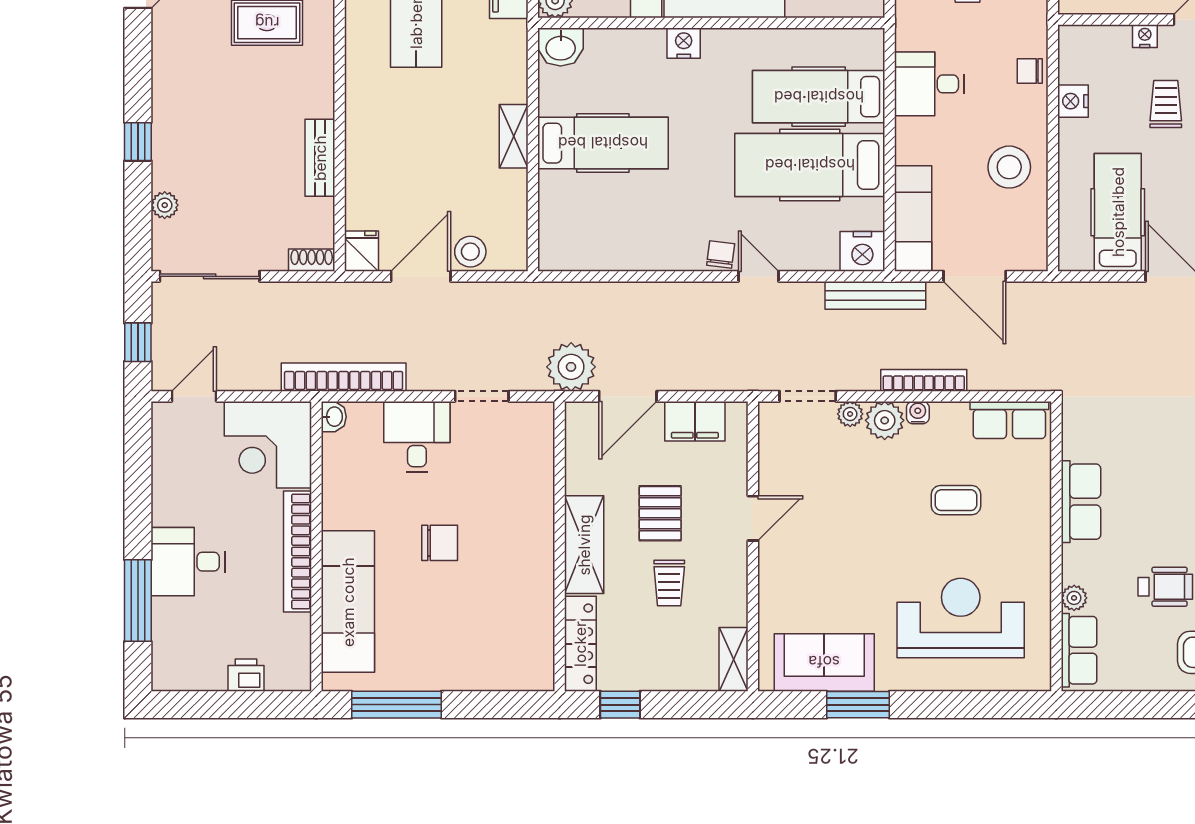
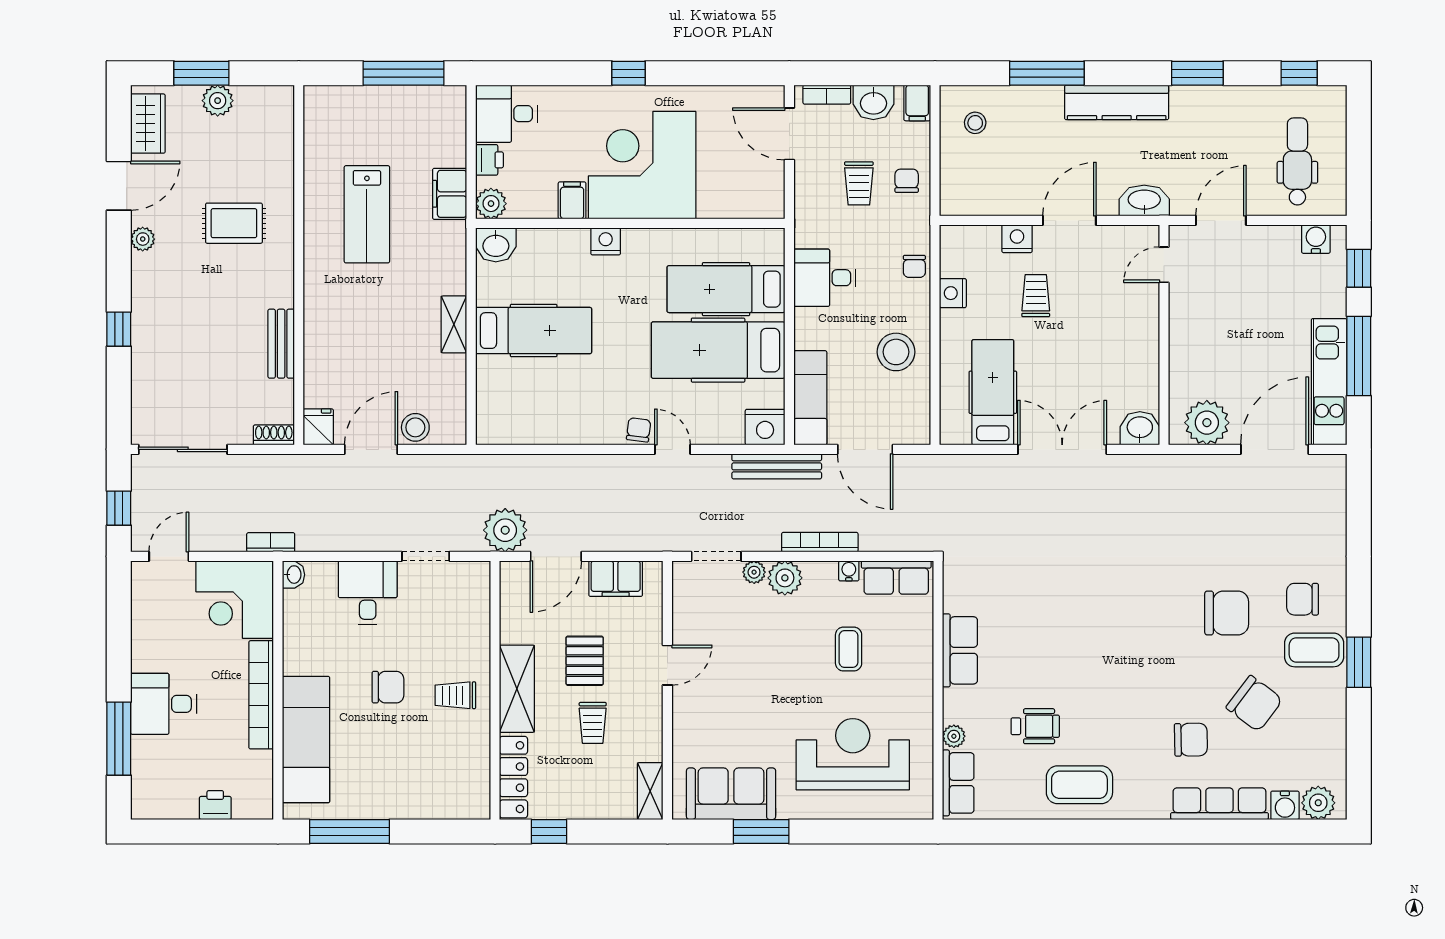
nightstand: (1145, 36) -> (1017, 239), width x1.39, depth x1.35
chair: (1030, 71) -> (914, 266), turned -90
plant: (165, 205) -> (143, 239), moved
bookcase: (344, 377) -> (271, 542), width x0.43, depth x0.76
water cooler: (918, 413) -> (849, 571), moved
coffee table: (956, 500) -> (849, 649), turned 90
trolley: (515, 552) -> (455, 695), added

